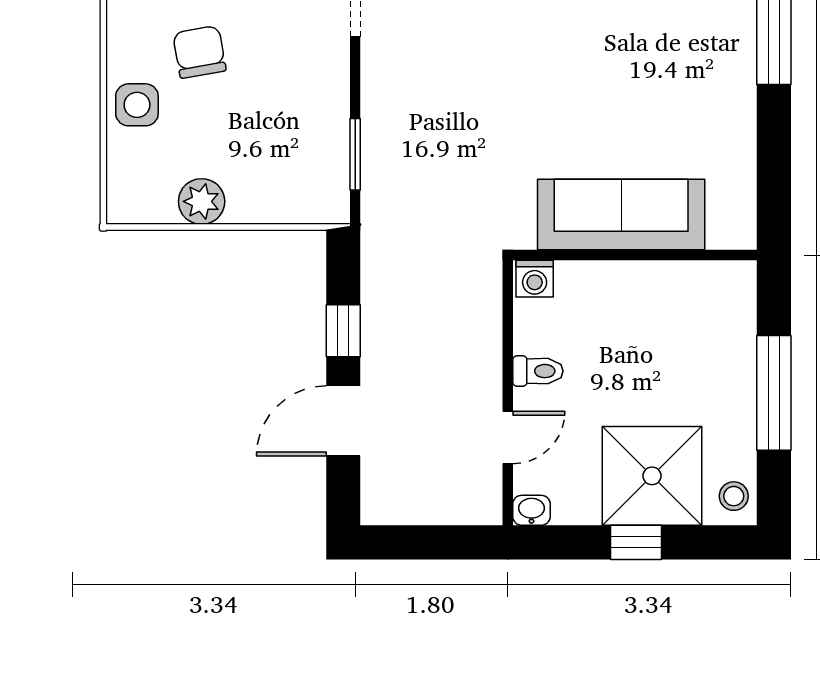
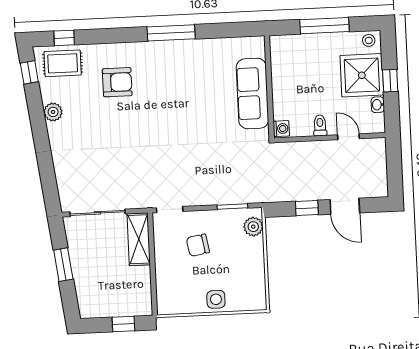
chair: (199, 52) -> (198, 245), moved
plant: (202, 201) -> (253, 227), moved
washbasin: (531, 510) -> (378, 105), moved

